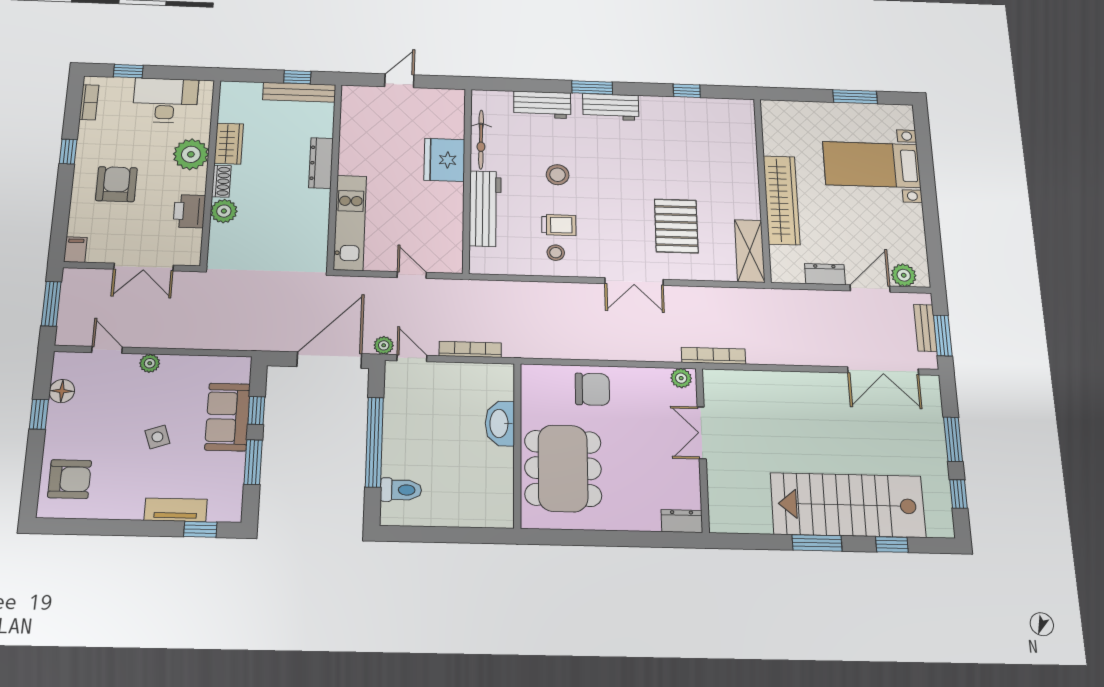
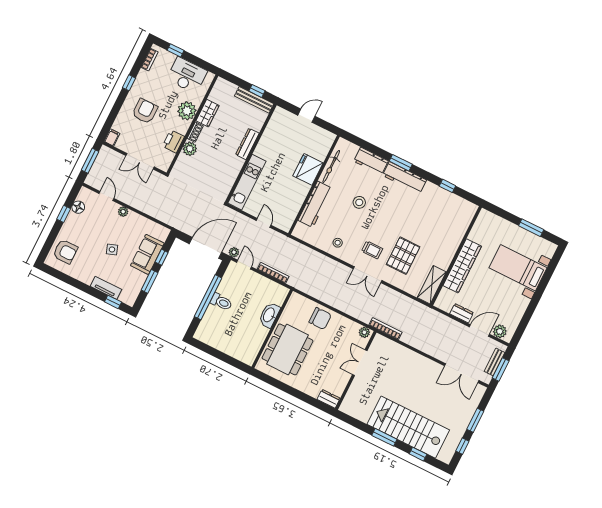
workbench: (611, 107) -> (404, 178), width x1.38
trolley: (559, 225) -> (372, 250), moved
toilet: (401, 490) -> (221, 302), moved

